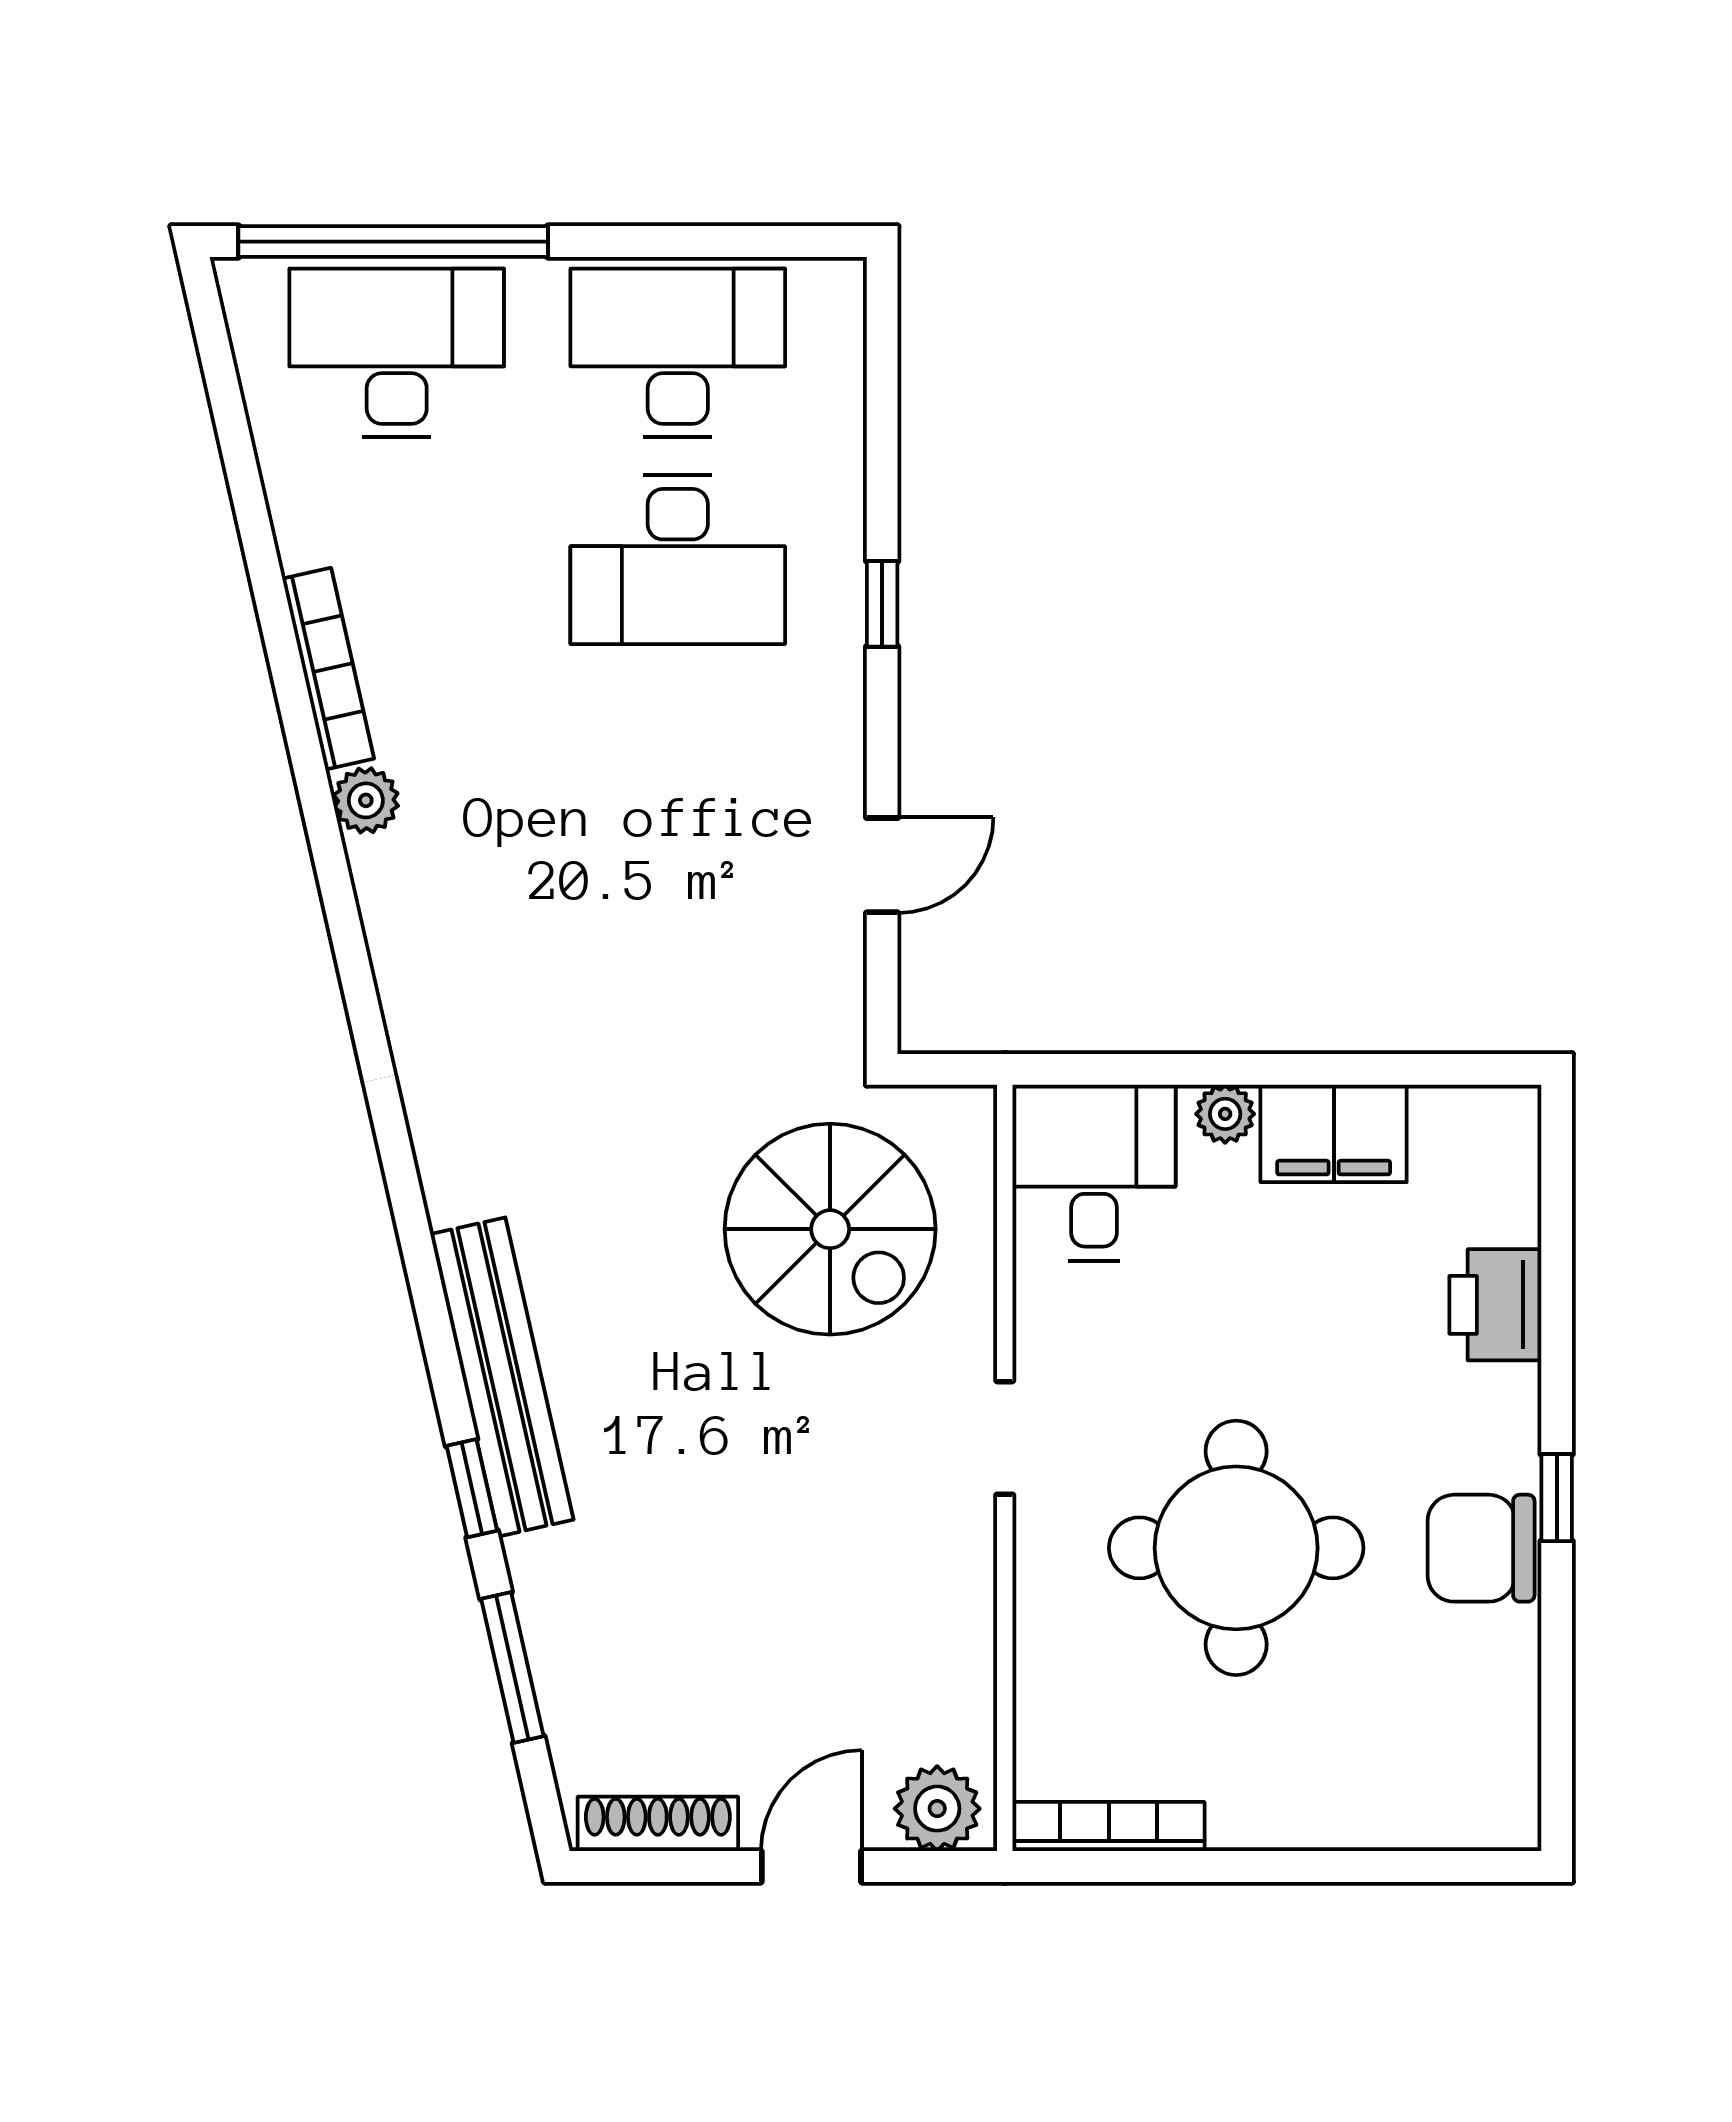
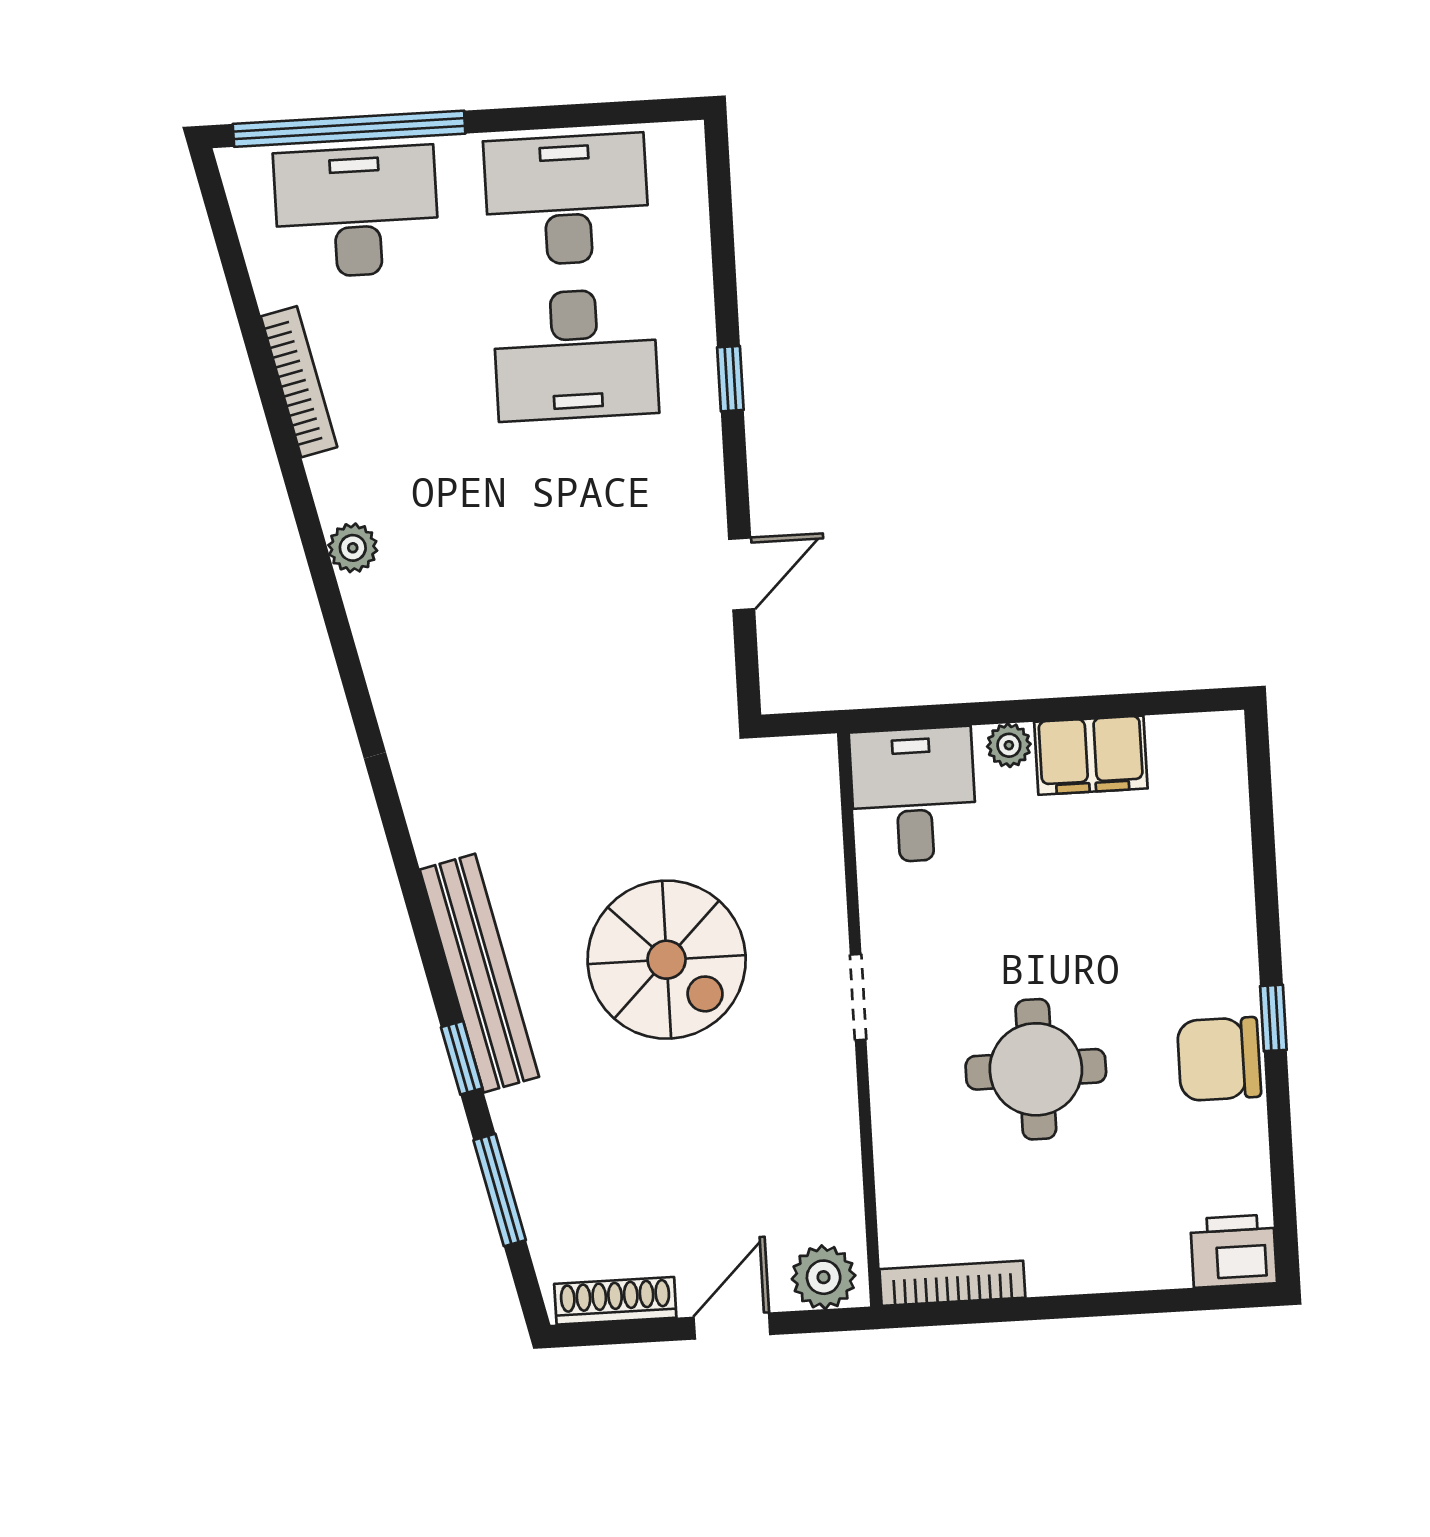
bookcase: (328, 669) -> (299, 382), moved
spiral stairs: (830, 1229) -> (667, 960), moved
printer: (1495, 1305) -> (1234, 1251), moved, turned 90
round table: (1236, 1548) -> (1036, 1069), width x0.73, depth x0.73

